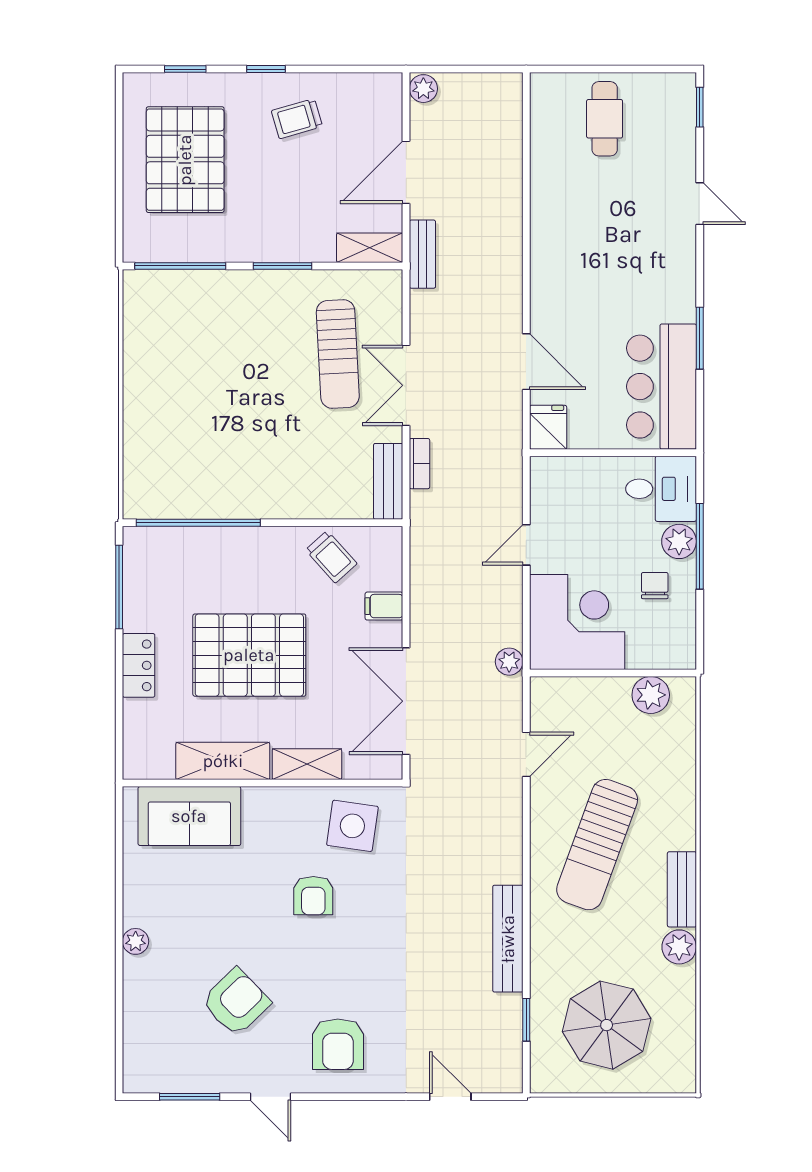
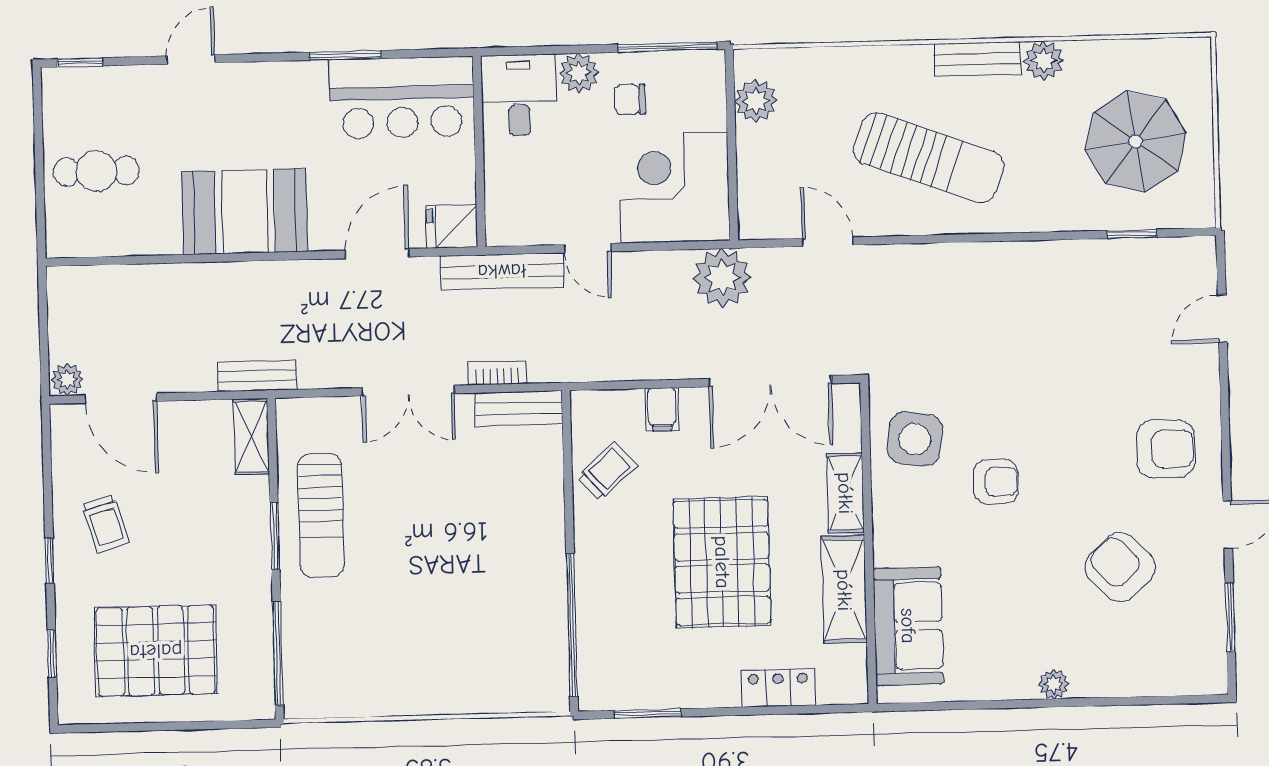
door: (406, 172) -> (121, 398), moved
booth: (566, 247) -> (245, 212), added
sun lounger: (338, 354) -> (321, 515), moved, turned 93
window: (700, 546) -> (667, 47), moved
window: (119, 587) -> (648, 714), width x0.69
plant: (509, 662) -> (722, 278), width x1.87, depth x1.87
locker: (139, 665) -> (778, 688), moved
bench: (508, 939) -> (502, 271), moved

